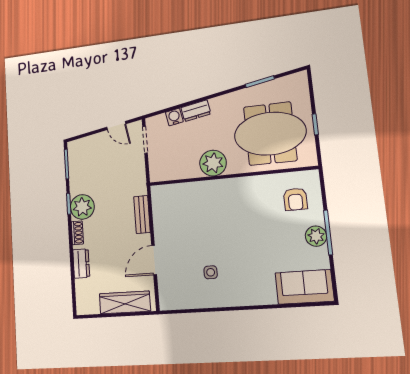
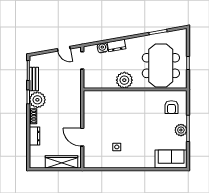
meeting table: (270, 134) -> (161, 66), turned 90
bench: (142, 214) -> (34, 79), moved
door: (154, 260) -> (82, 137), hinge flipped

